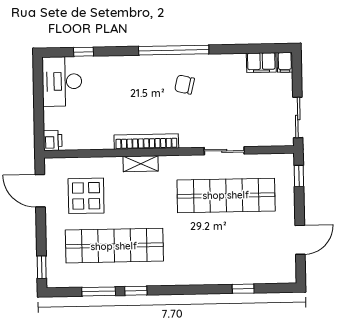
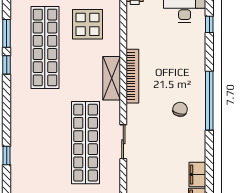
shelving: (141, 164) -> (112, 78), width x1.50, depth x1.33

